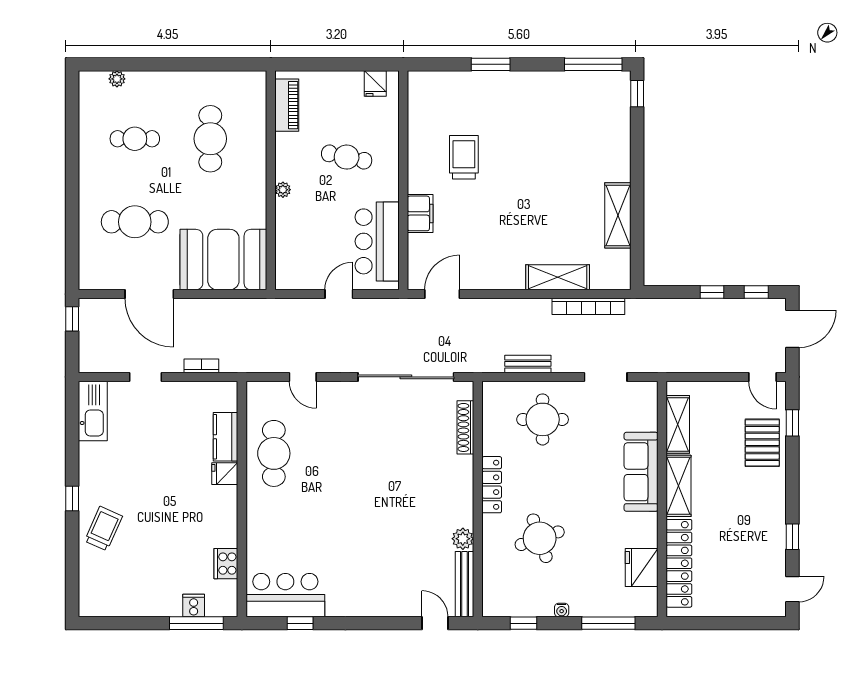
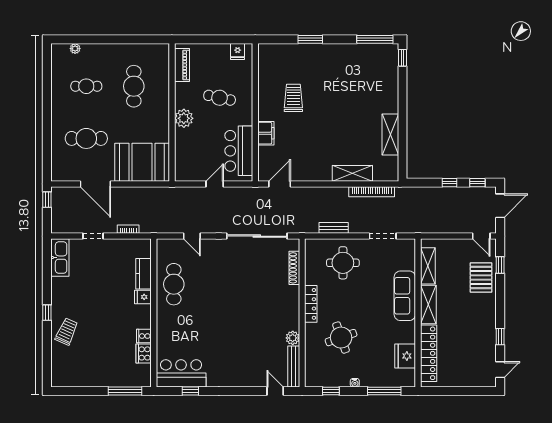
plant: (283, 190) -> (184, 118), width x1.88, depth x1.88
cooker: (194, 606) -> (144, 336), moved, turned -90

